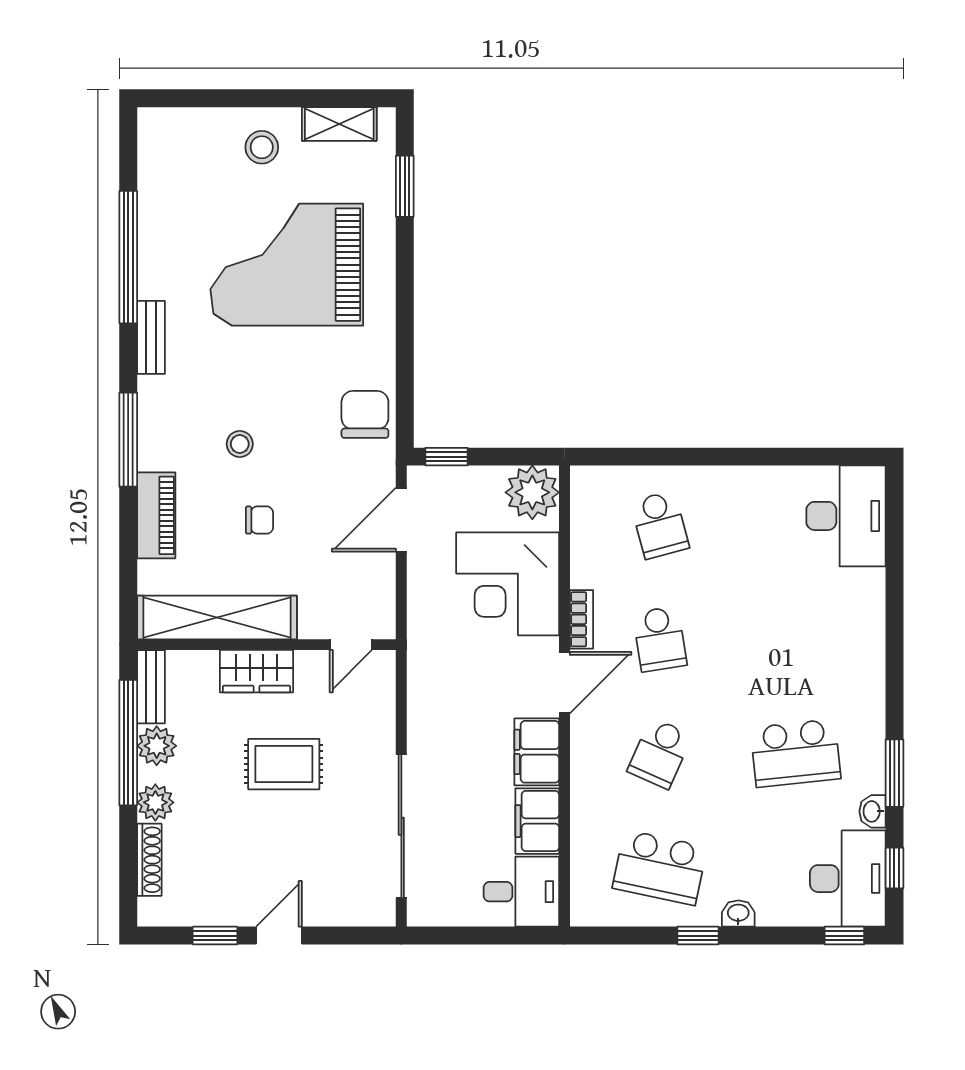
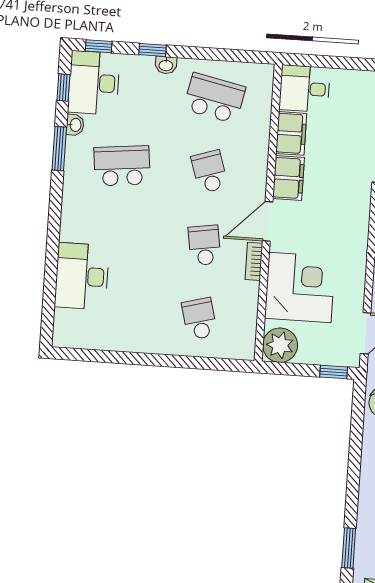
desk: (846, 516) -> (82, 276), moved
school desk: (660, 753) -> (209, 172), turned -42
window: (698, 936) -> (152, 50), moved

